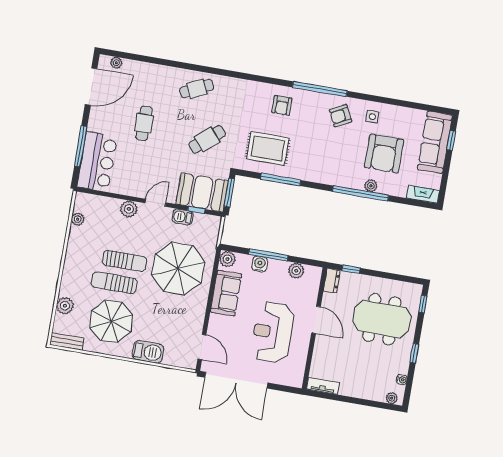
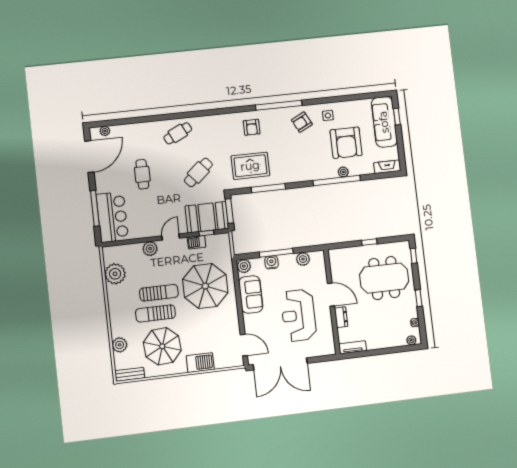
plant: (78, 219) -> (115, 274), width x1.88, depth x1.88
window: (351, 269) -> (369, 242), moved
dresser: (332, 281) -> (341, 317), moved

